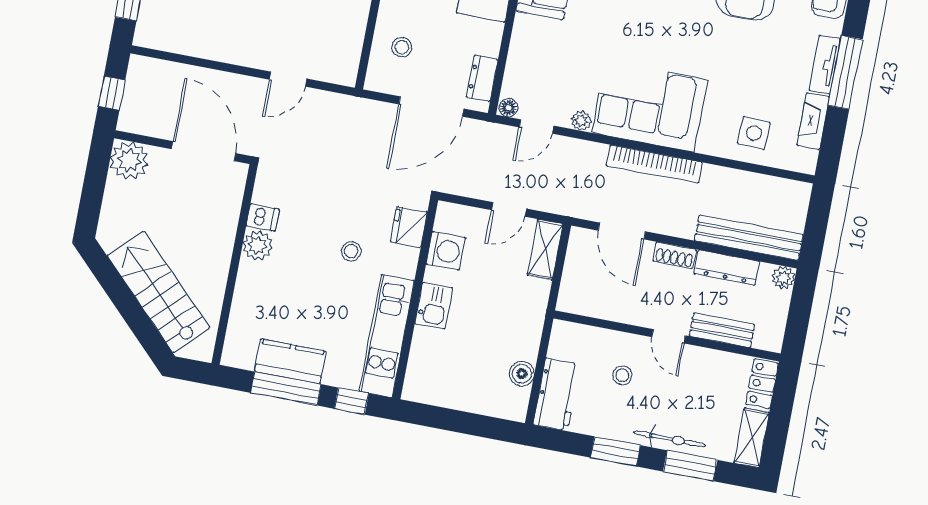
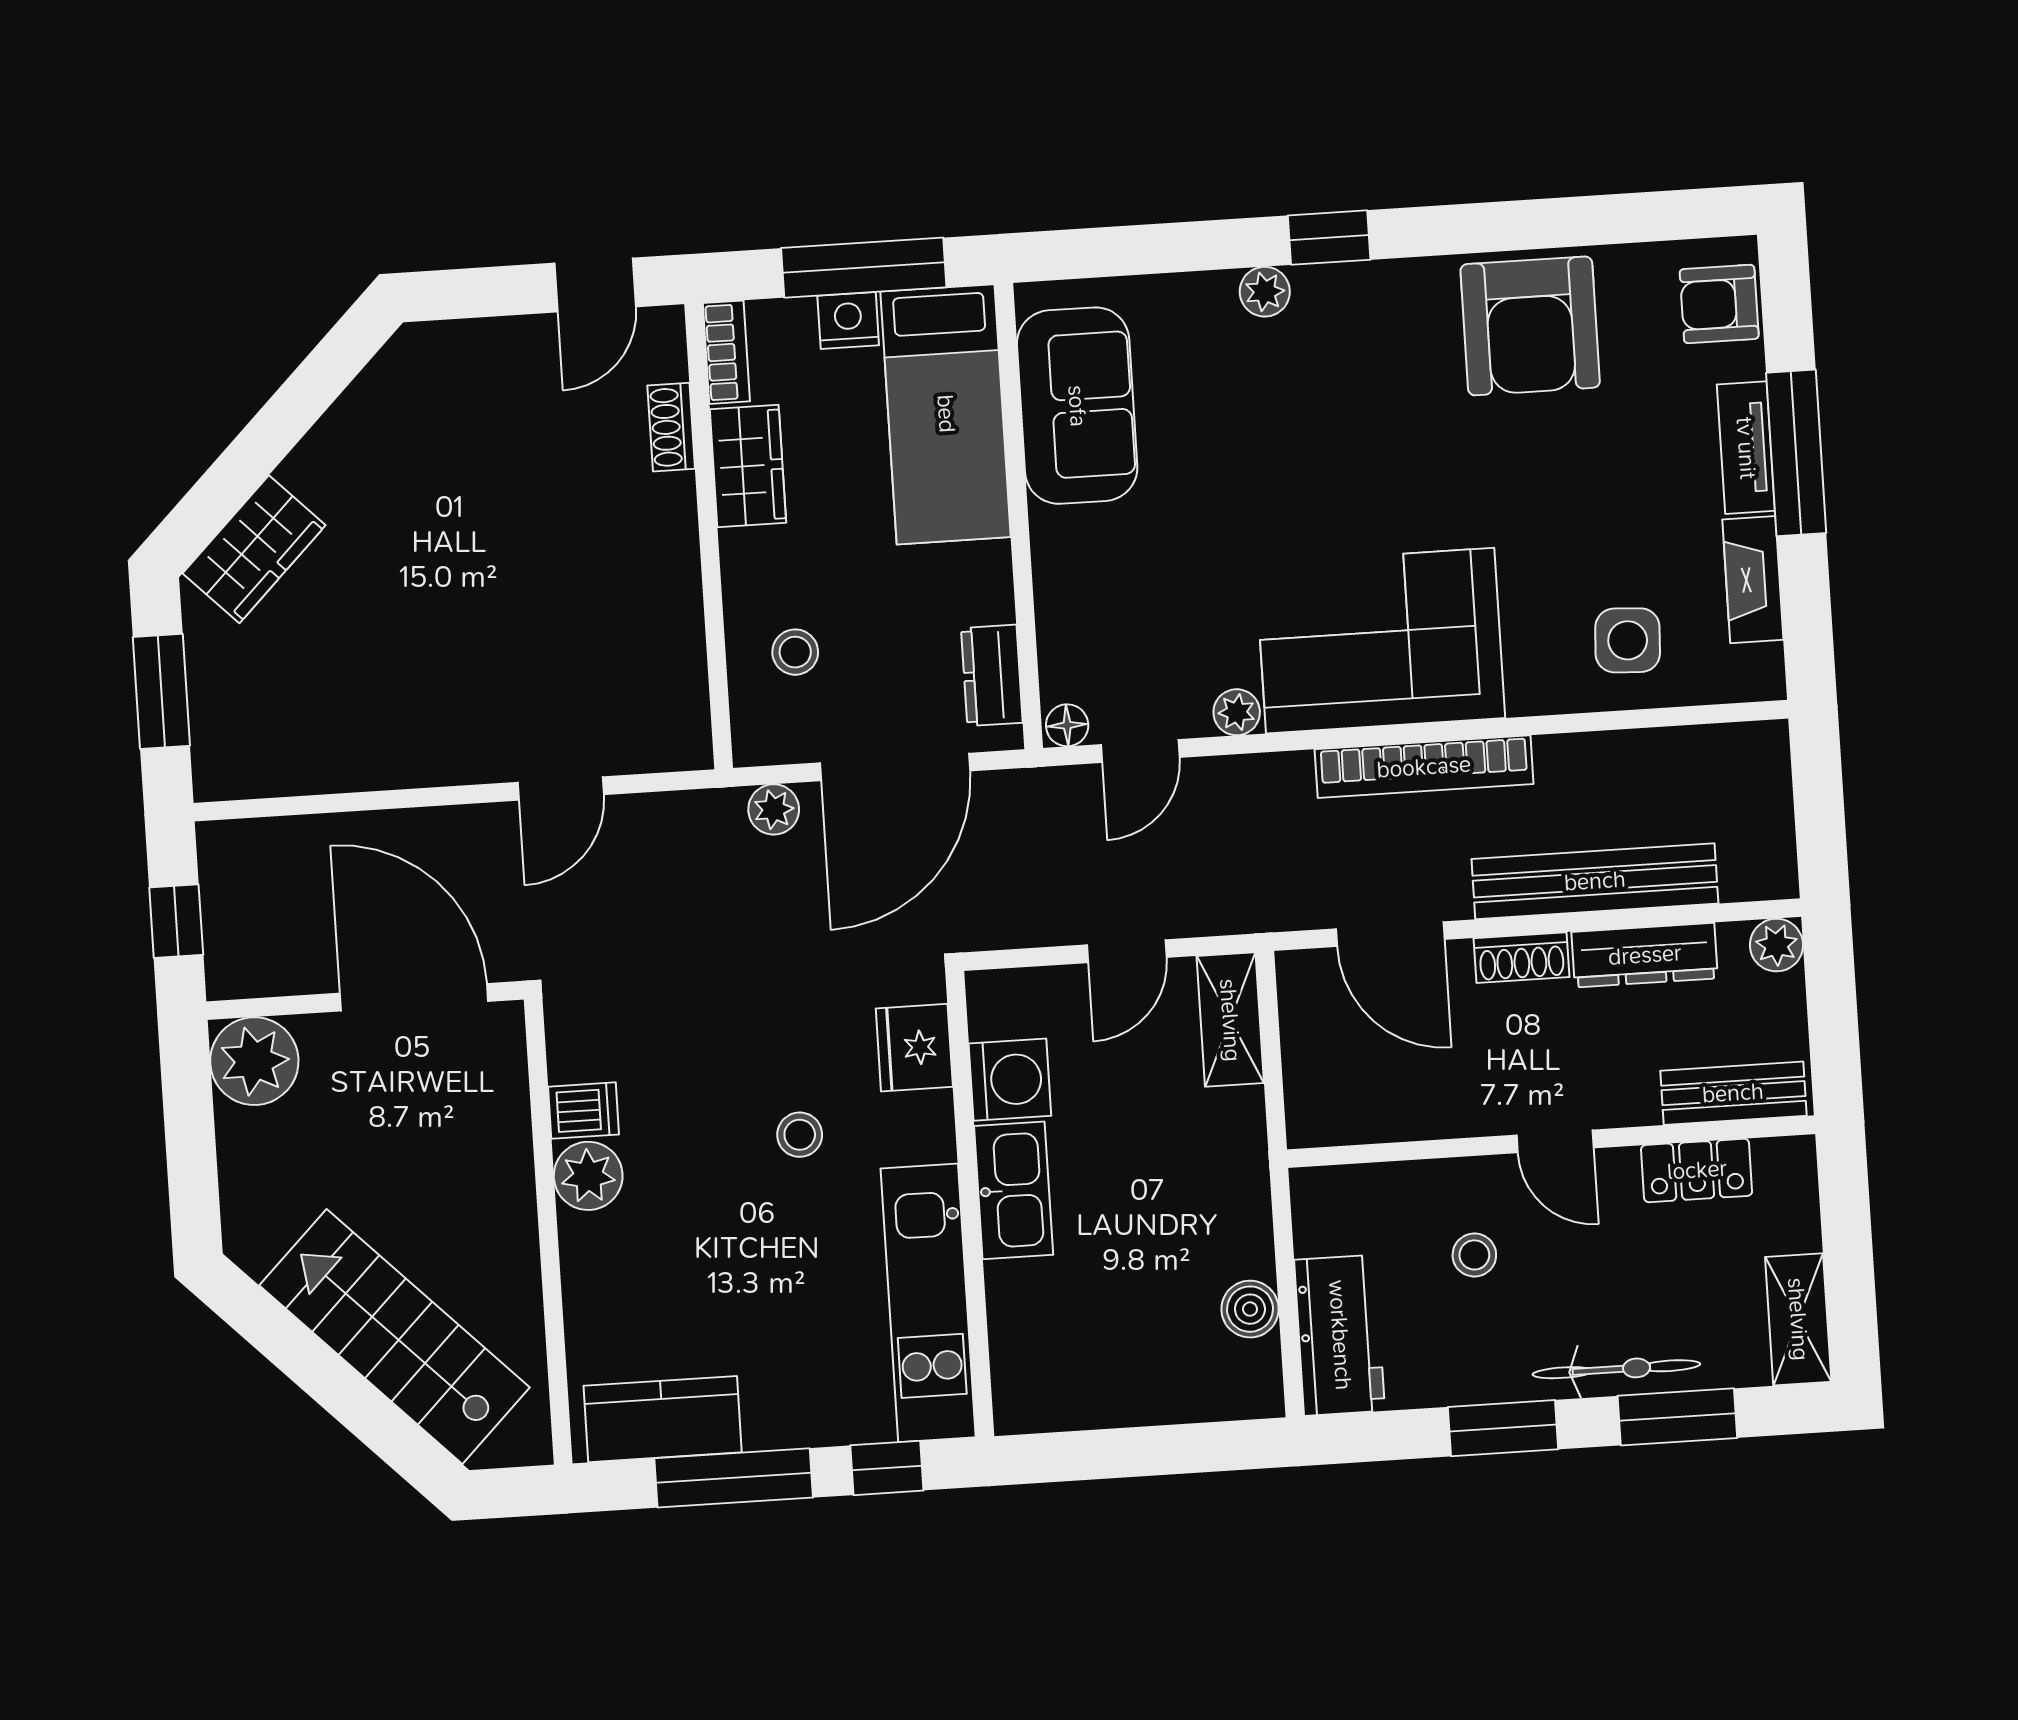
plant: (376, 111) -> (774, 809), added
bench: (749, 238) -> (1595, 881), moved
kitchen sink: (434, 306) -> (1014, 1190), width x1.38
bench: (722, 330) -> (1733, 1093), moved
kitchen counter: (290, 361) -> (663, 1419), moved
locker: (762, 384) -> (1697, 1170), moved, turned -90

